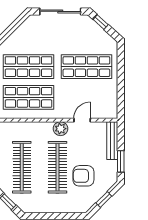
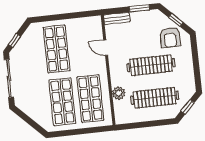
plant: (60, 129) -> (119, 93), moved
bench: (112, 141) -> (117, 18), width x0.73
armchair: (83, 176) -> (170, 38), moved

